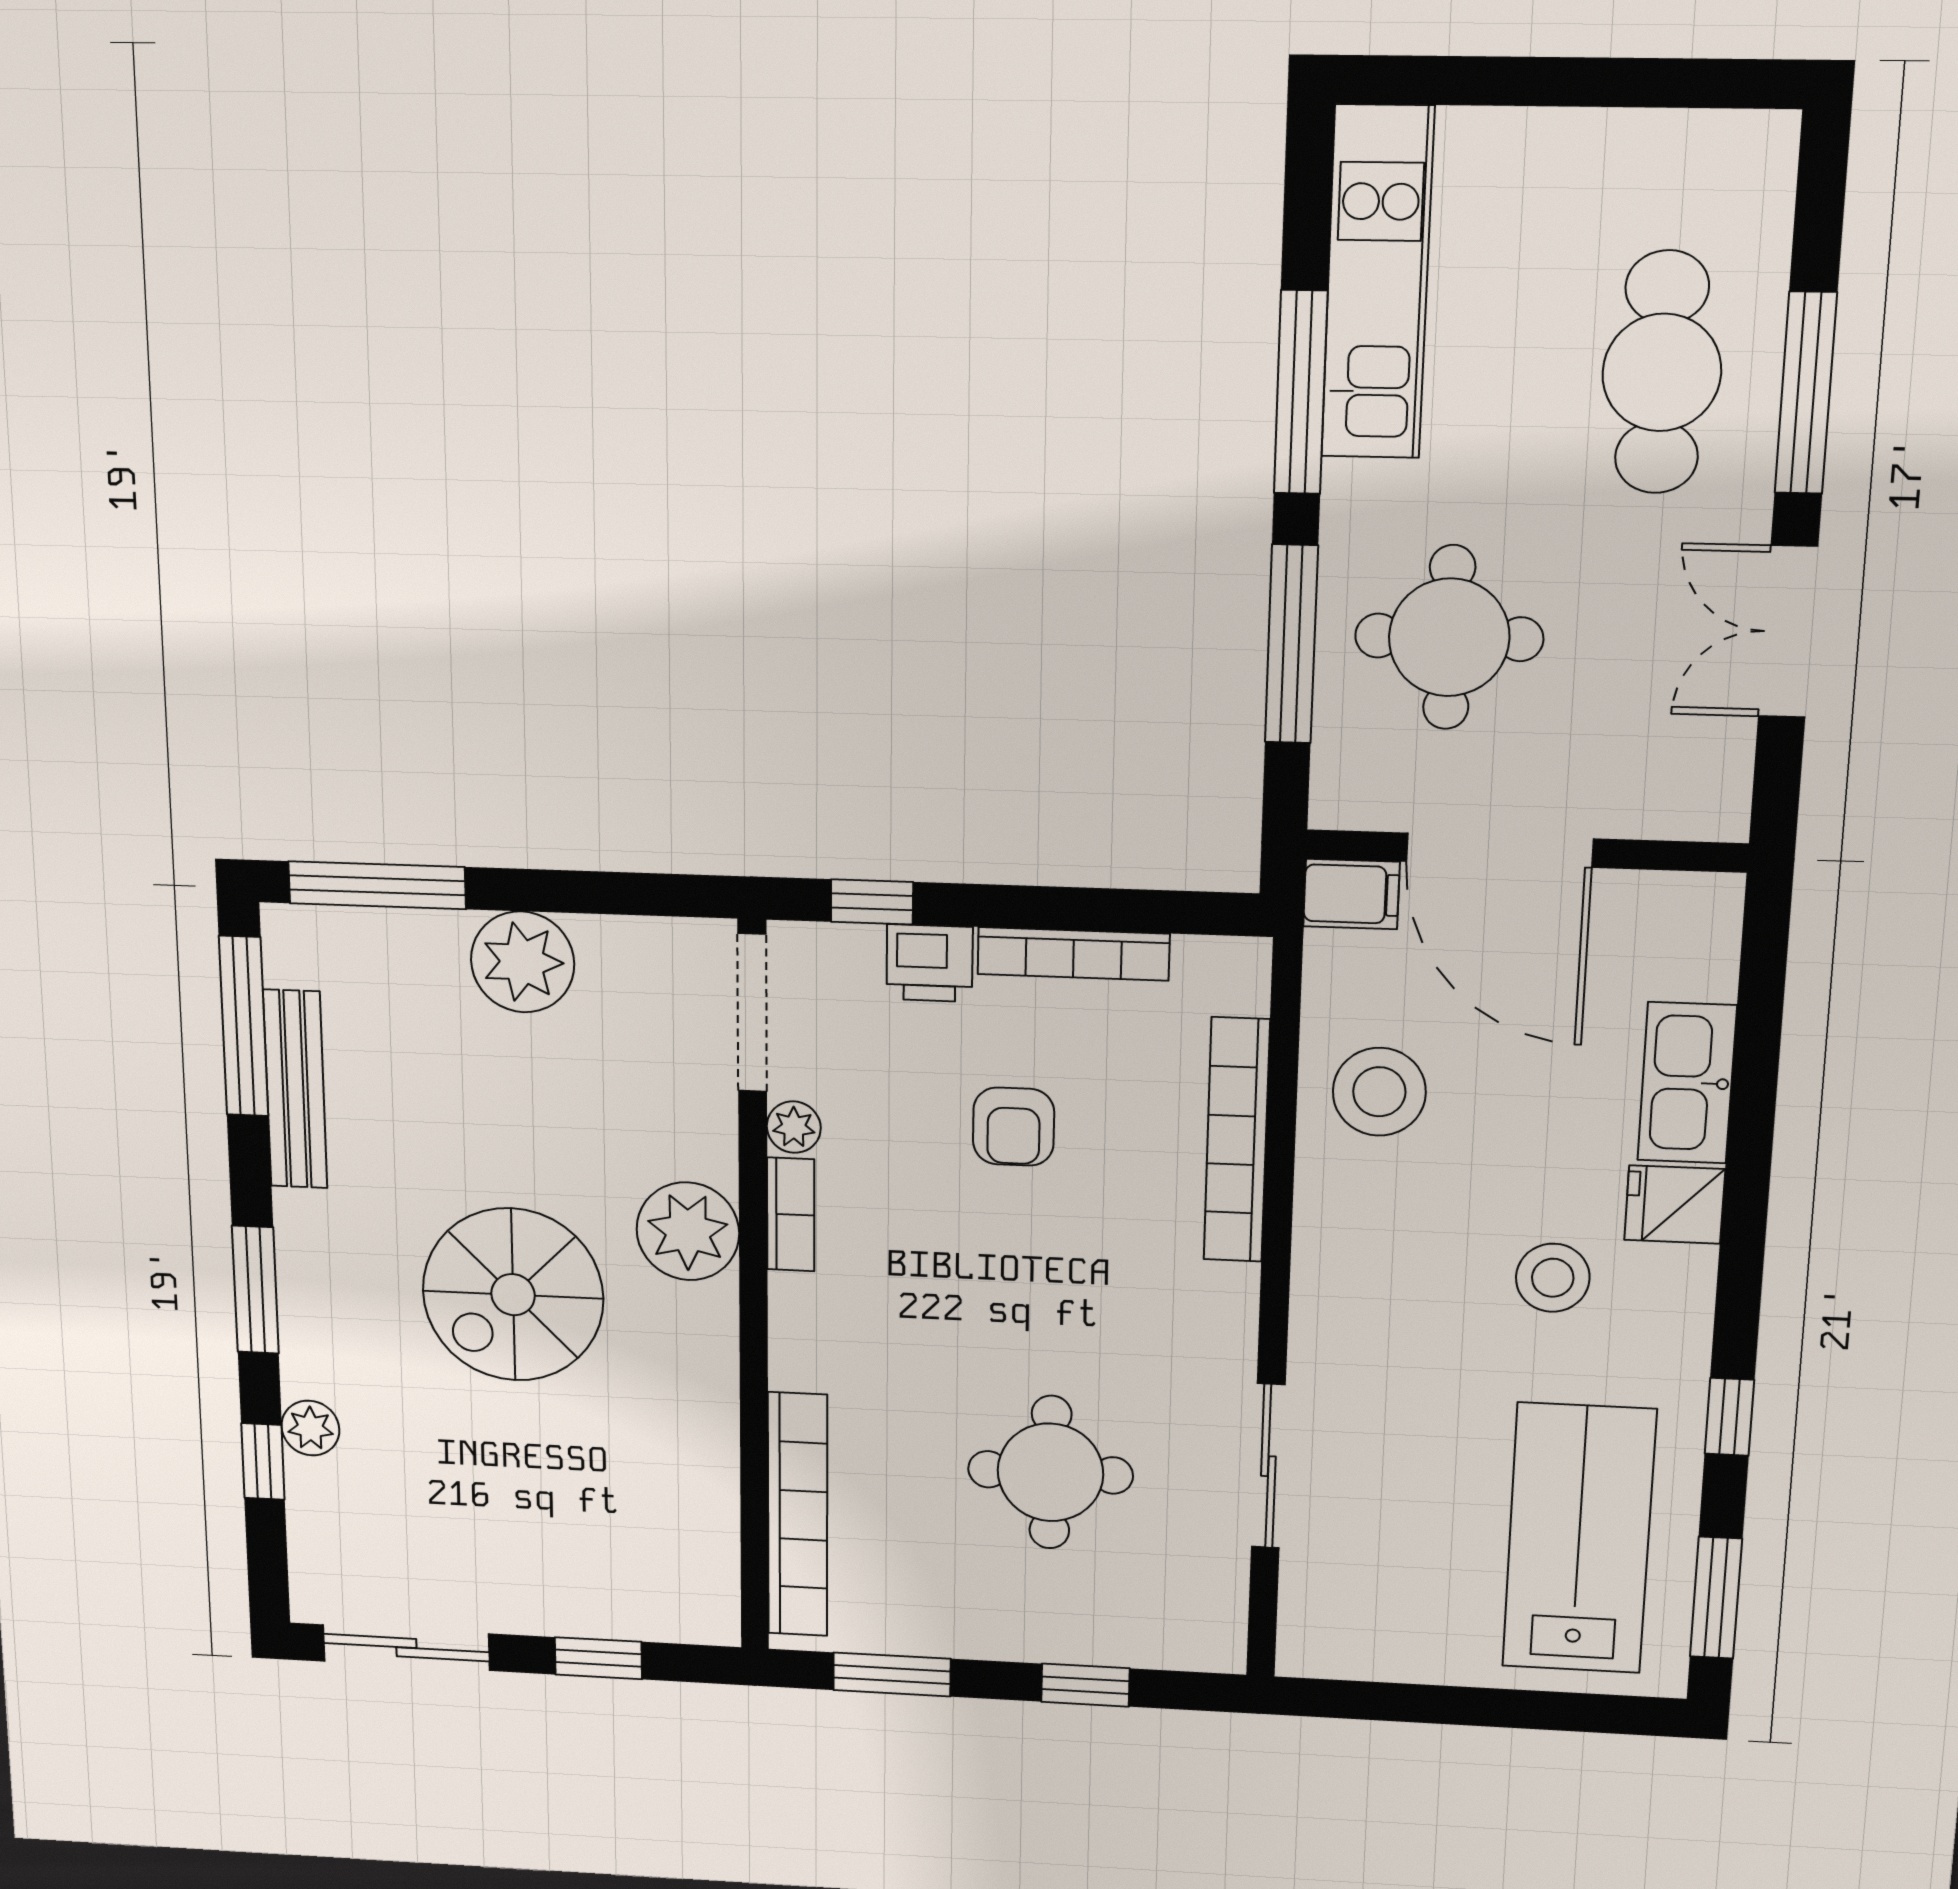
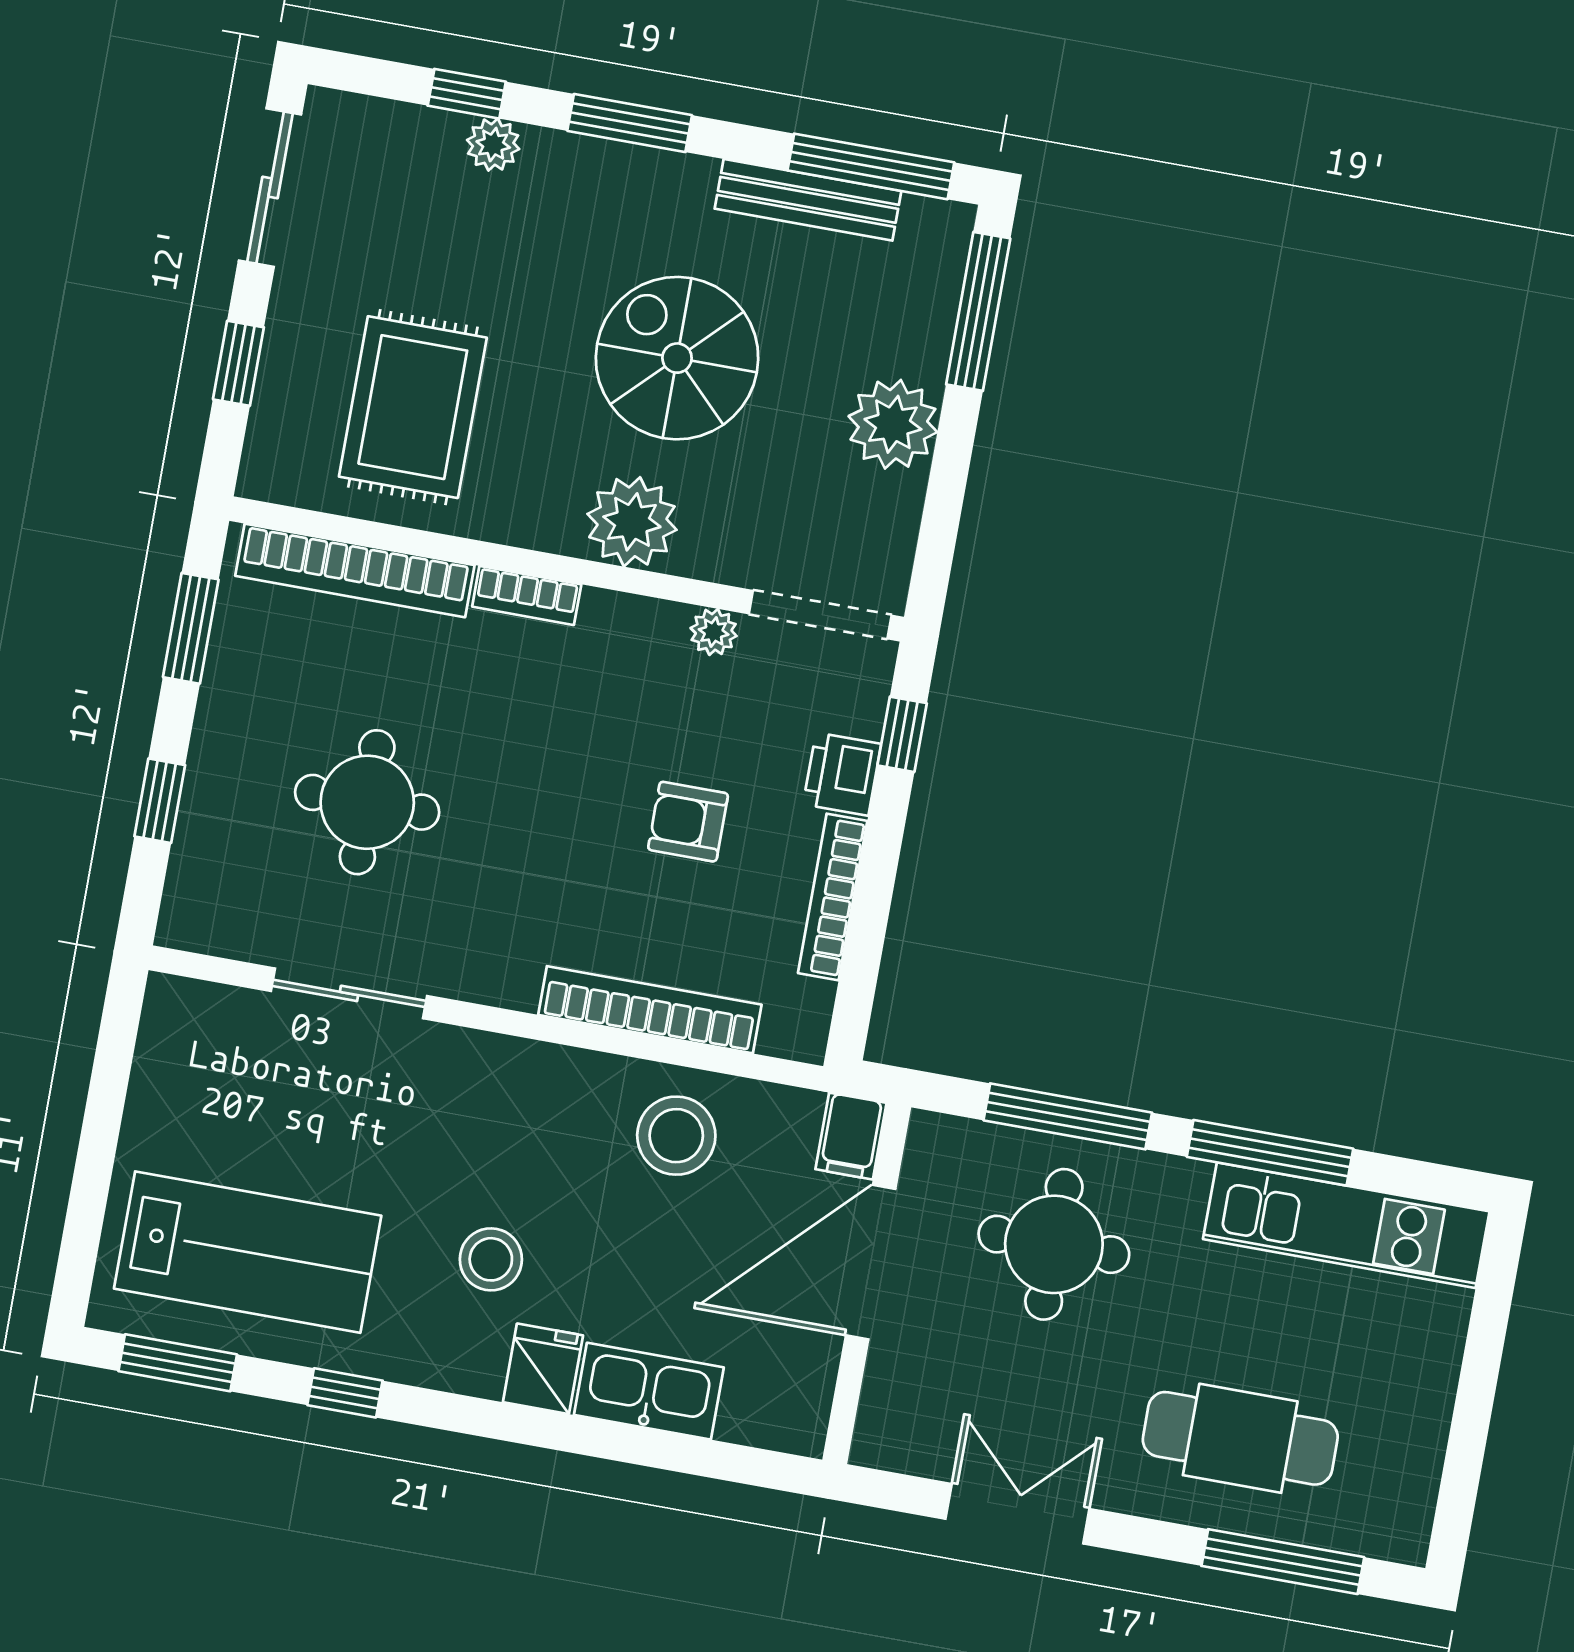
window: (1806, 393) -> (1283, 1562), moved
bookcase: (791, 1214) -> (527, 595), moved
spiral stairs: (513, 1295) -> (677, 358), moved
rug: (609, 1476) -> (413, 407), added

